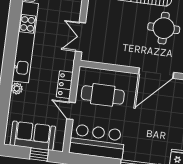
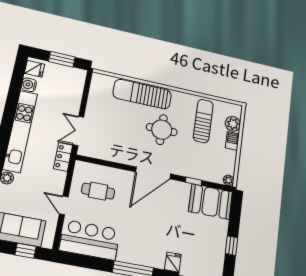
locker: (65, 85) -> (63, 157), moved
cafe table: (103, 95) -> (98, 191), width x0.73, depth x0.74

